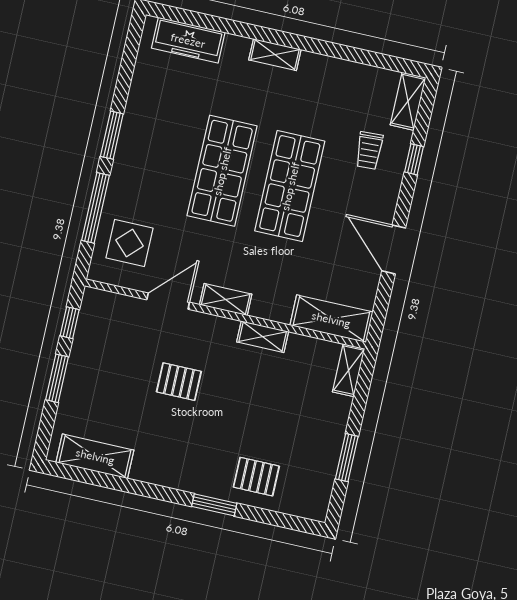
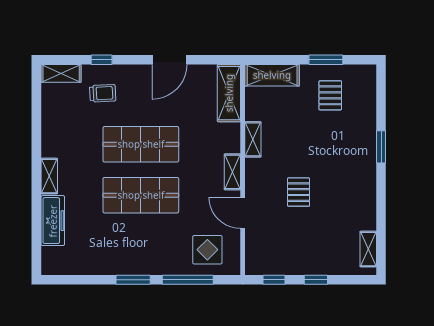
freezer: (188, 40) -> (53, 221), moved
shelving: (349, 370) -> (272, 75), width x1.50, depth x1.33
window: (57, 378) -> (316, 280), width x0.67
shelving: (95, 456) -> (368, 249), width x0.67, depth x0.75
pallet: (256, 477) -> (330, 95), moved

